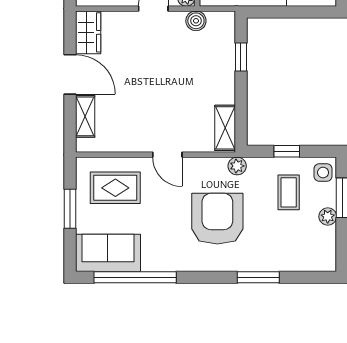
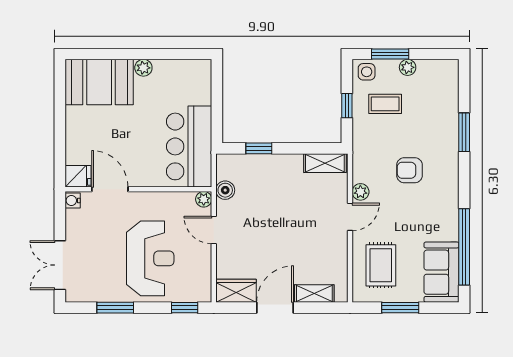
plant: (237, 166) -> (360, 192), moved
armchair: (217, 219) -> (409, 170), width x0.53, depth x0.53

